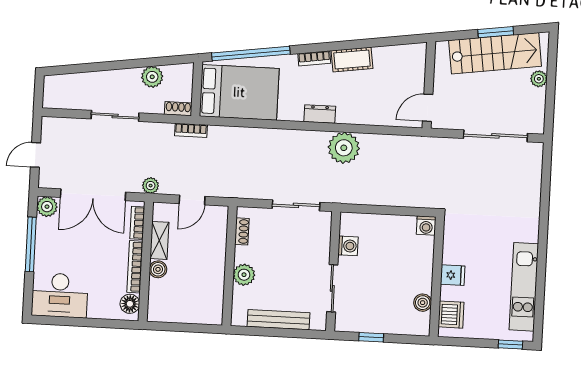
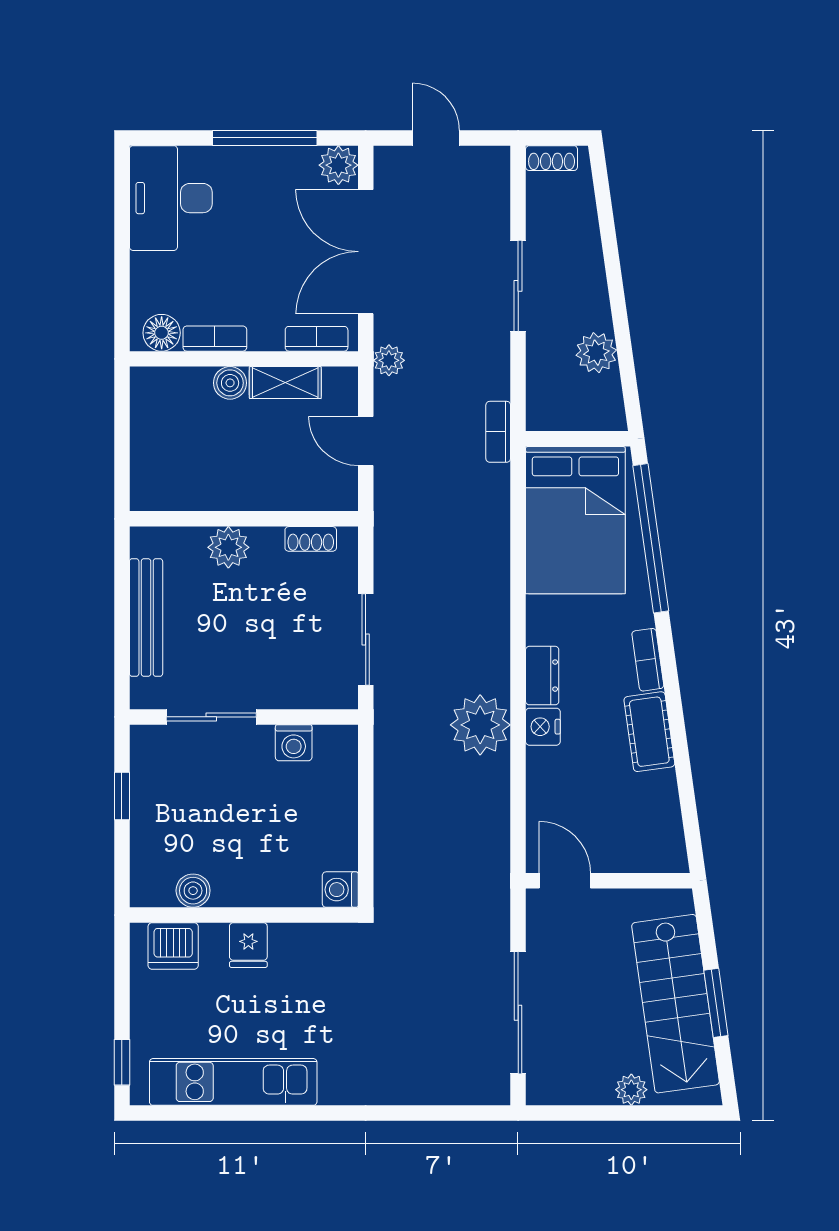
shoe rack: (178, 109) -> (552, 158), moved, turned 90
nightstand: (346, 115) -> (543, 727), added
bookcase: (135, 267) -> (215, 339), width x0.64

